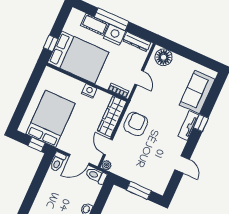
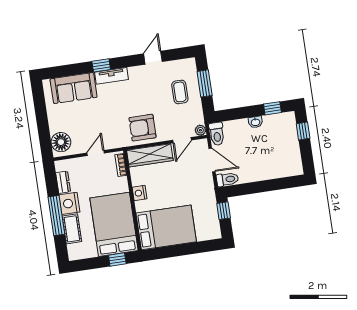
dresser: (137, 42) -> (63, 182), width x0.70
bed: (51, 119) -> (166, 227), moved, turned 180
coffee table: (144, 168) -> (180, 92), added

